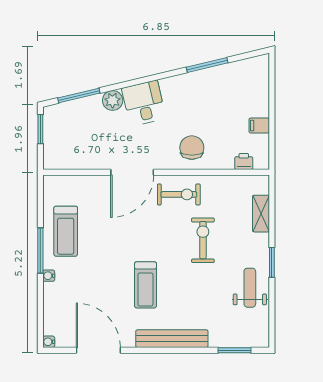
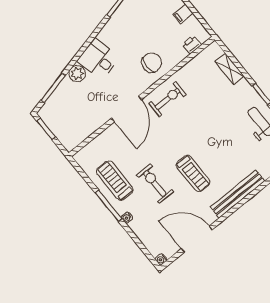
chair: (192, 148) -> (152, 63), turned 90
treadmill: (66, 231) -> (115, 181), turned 180
exercise bike: (203, 240) -> (155, 184), moved

